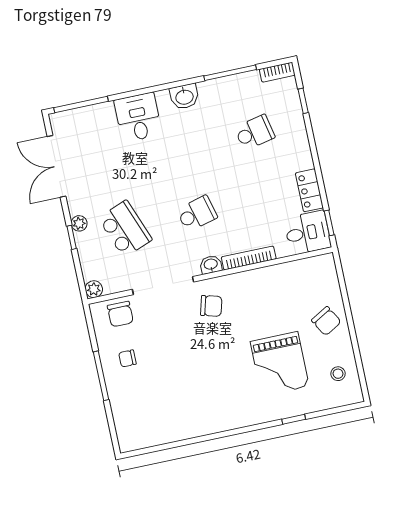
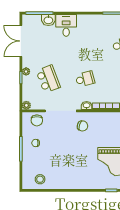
washbasin: (184, 97) -> (48, 20), moved
stool: (151, 427) -> (40, 179), added

